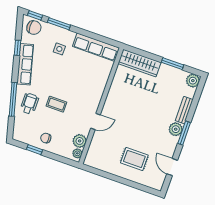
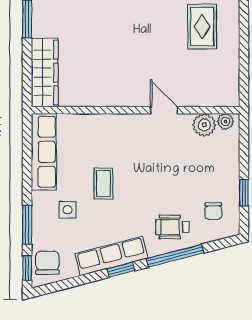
window: (17, 48) -> (121, 270), moved
coffee table: (56, 104) -> (103, 184), moved
chair: (46, 138) -> (213, 211), moved

